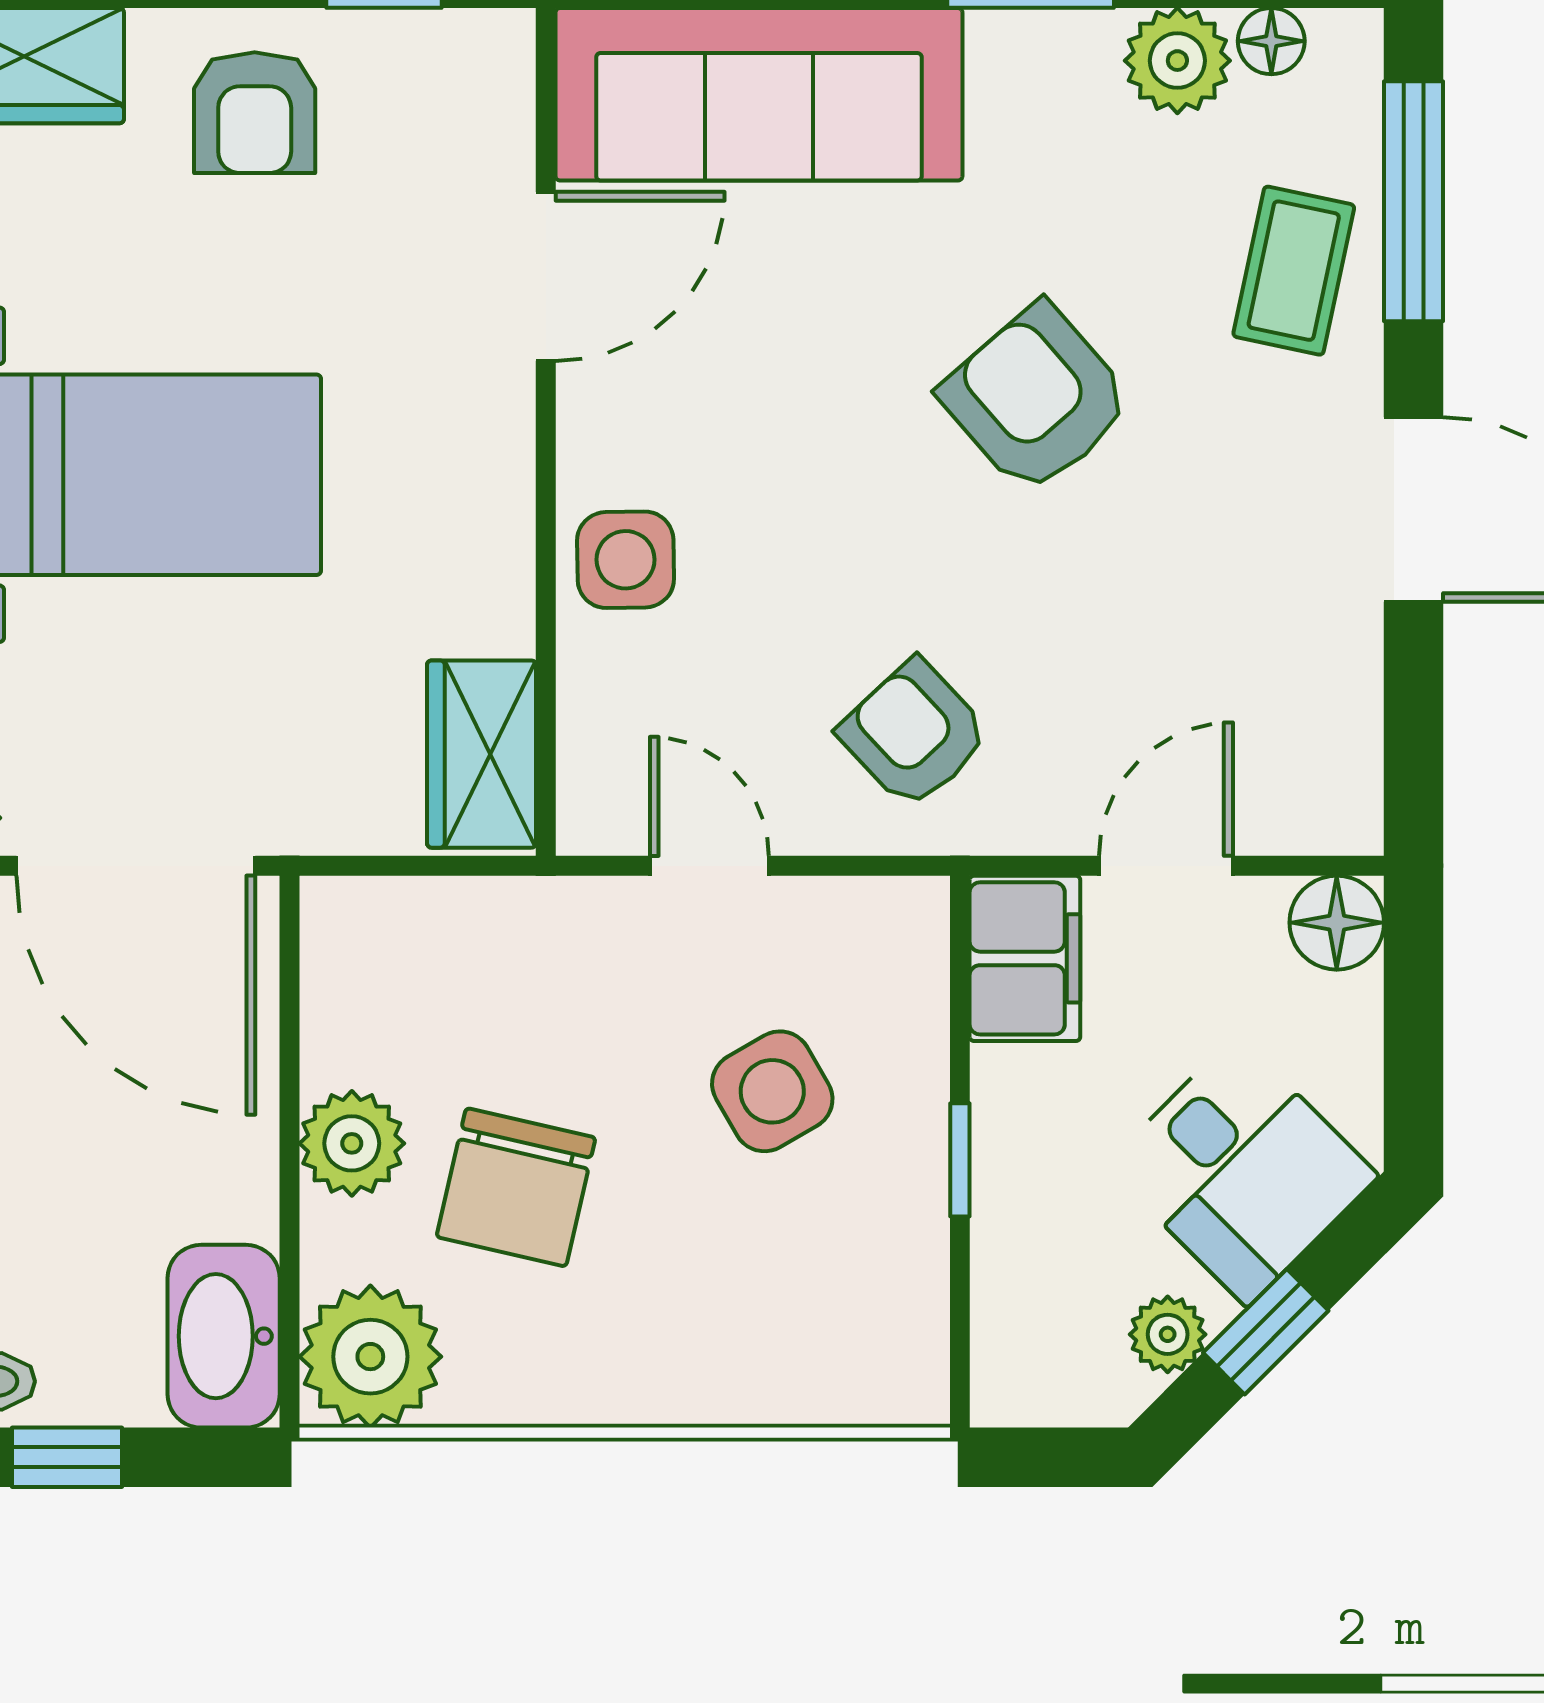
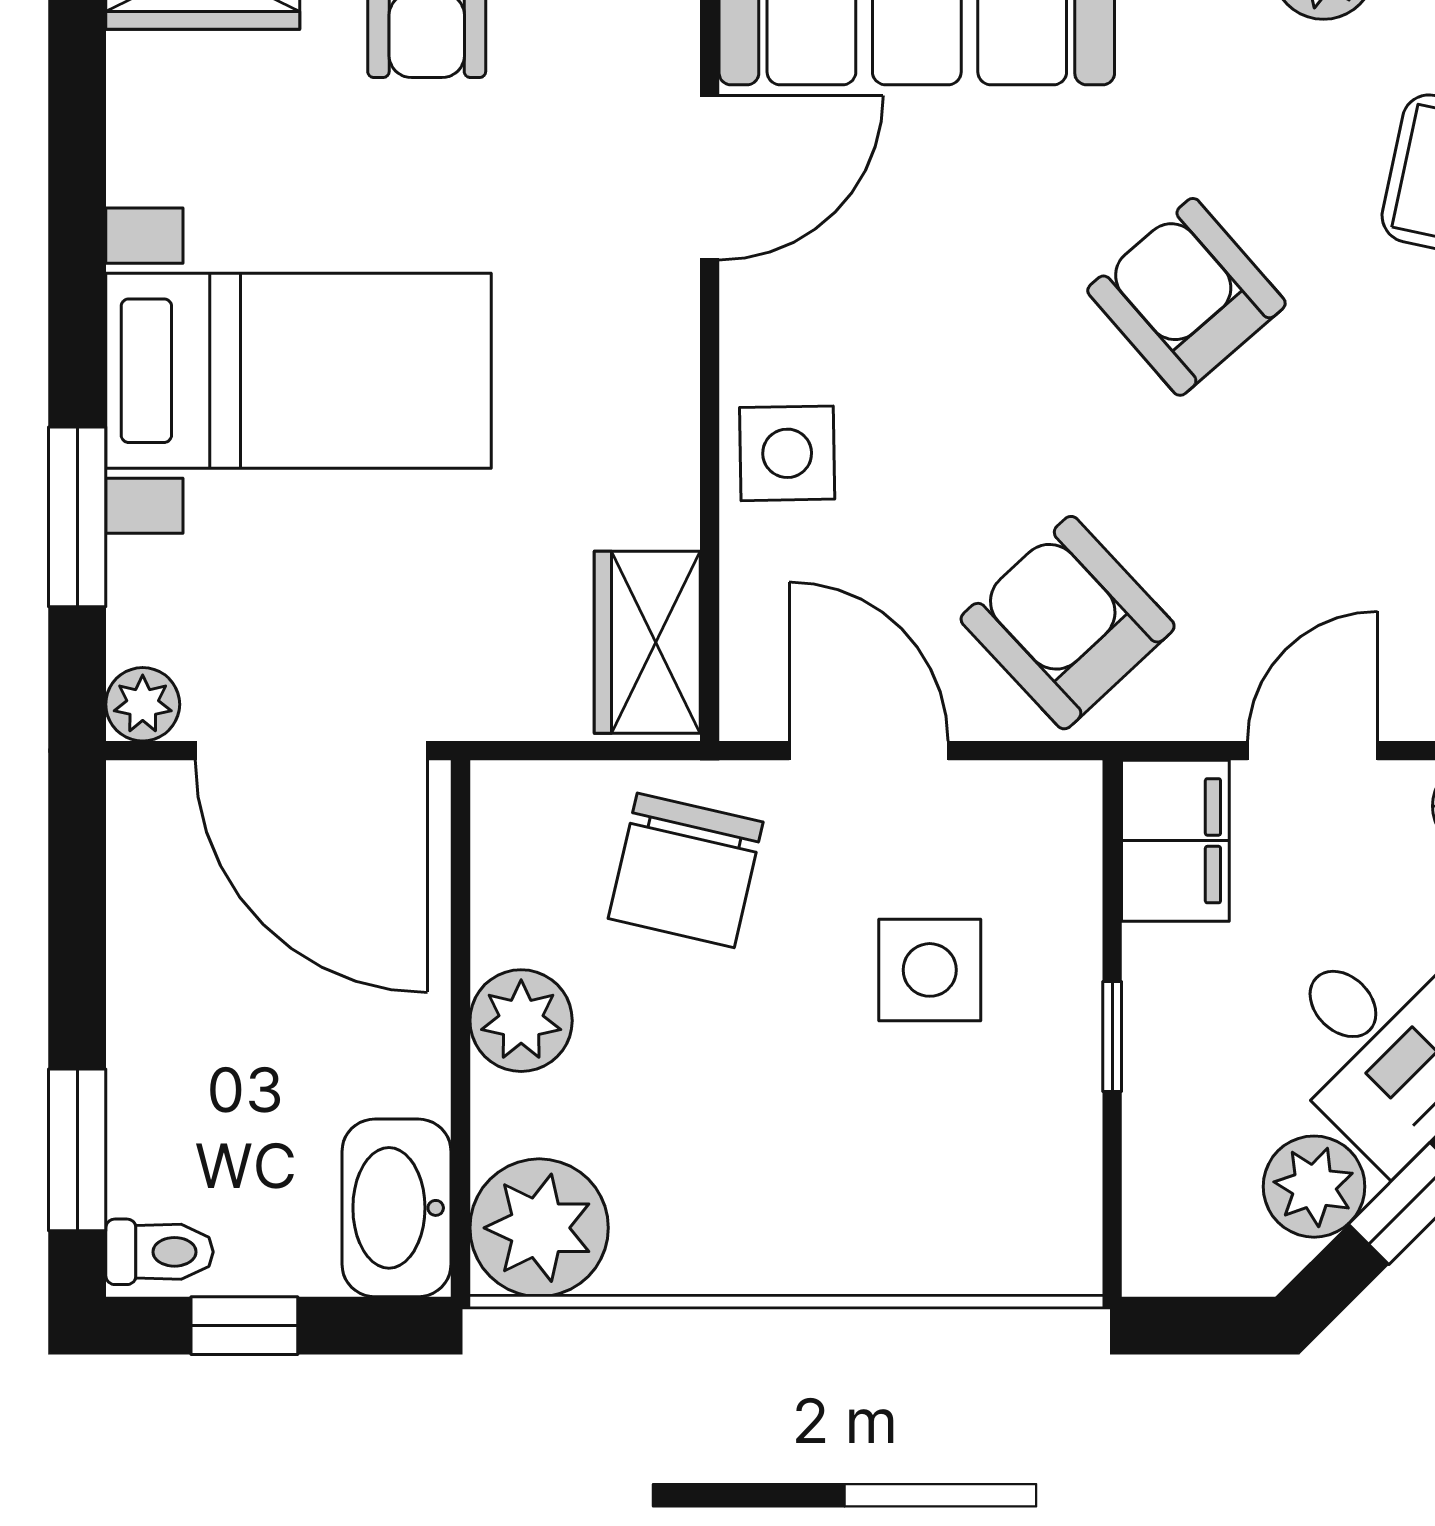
armchair: (914, 734) -> (1068, 623), width x1.38, depth x1.38
door: (709, 866) -> (869, 751), width x1.38
side table: (772, 1091) -> (930, 970), turned 30
chair: (516, 1187) -> (686, 870), moved
plant: (1168, 1334) -> (1314, 1187), width x1.38, depth x1.38

